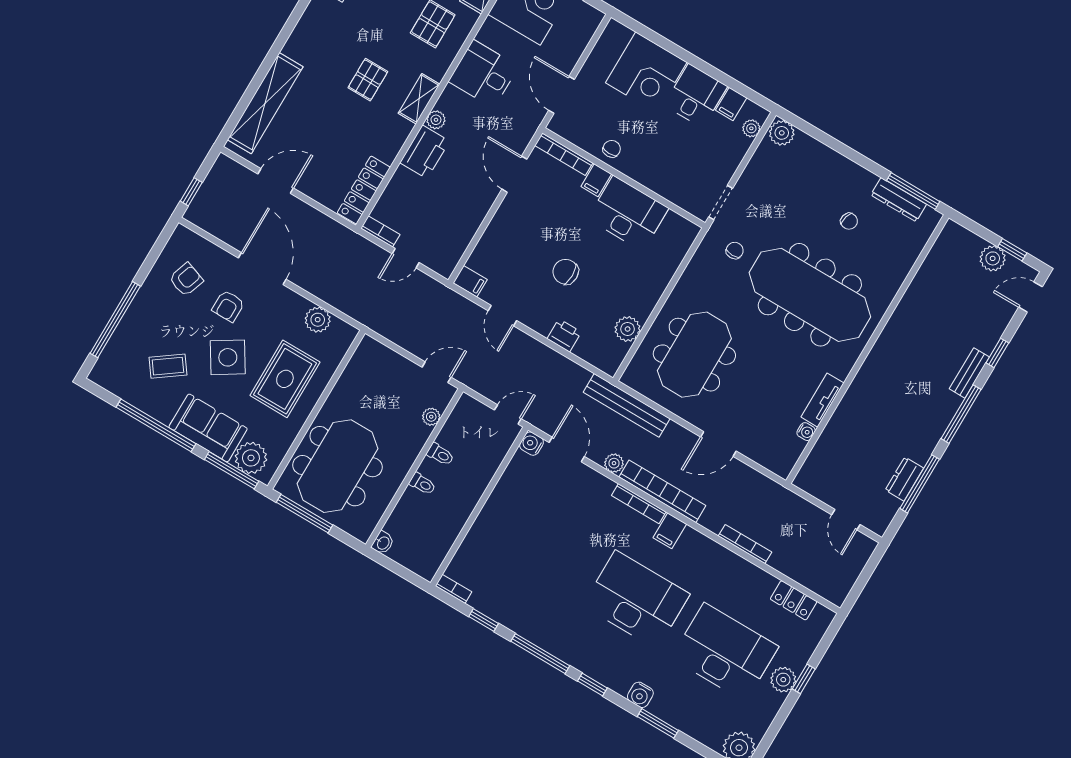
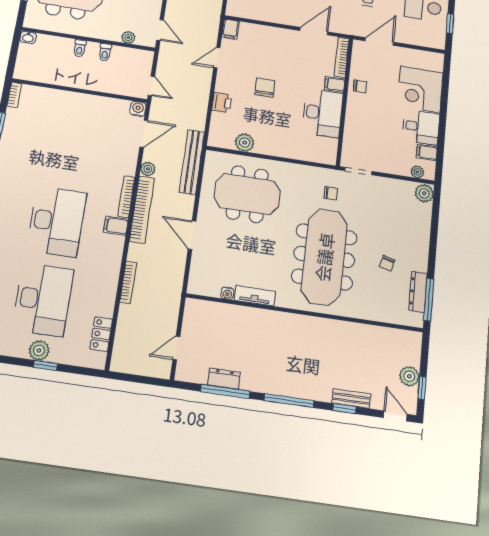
bench: (969, 373) -> (351, 399), moved

